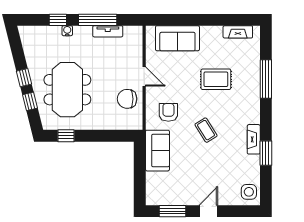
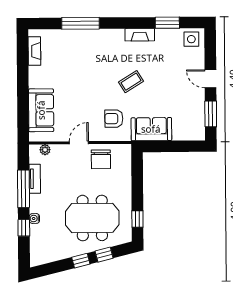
plant: (137, 42) -> (45, 150), added
rug: (216, 79) -> (81, 72), removed
window: (266, 153) -> (167, 23), moved

